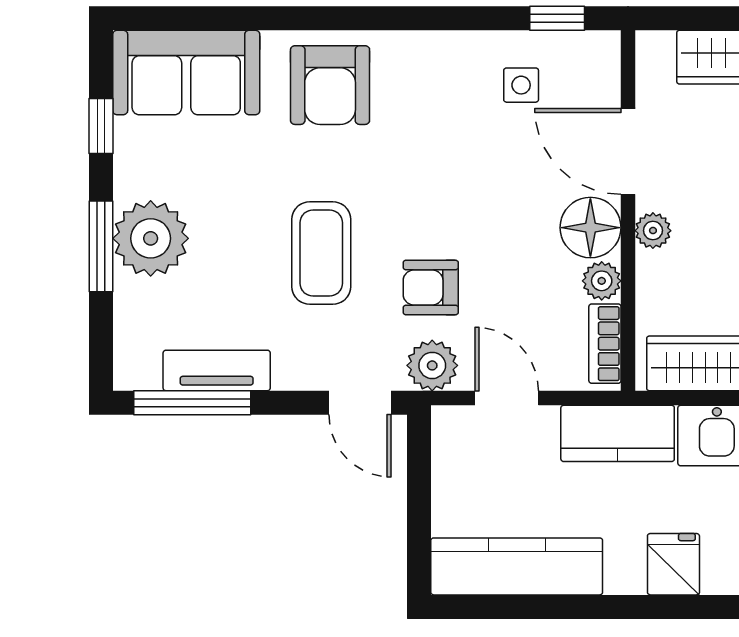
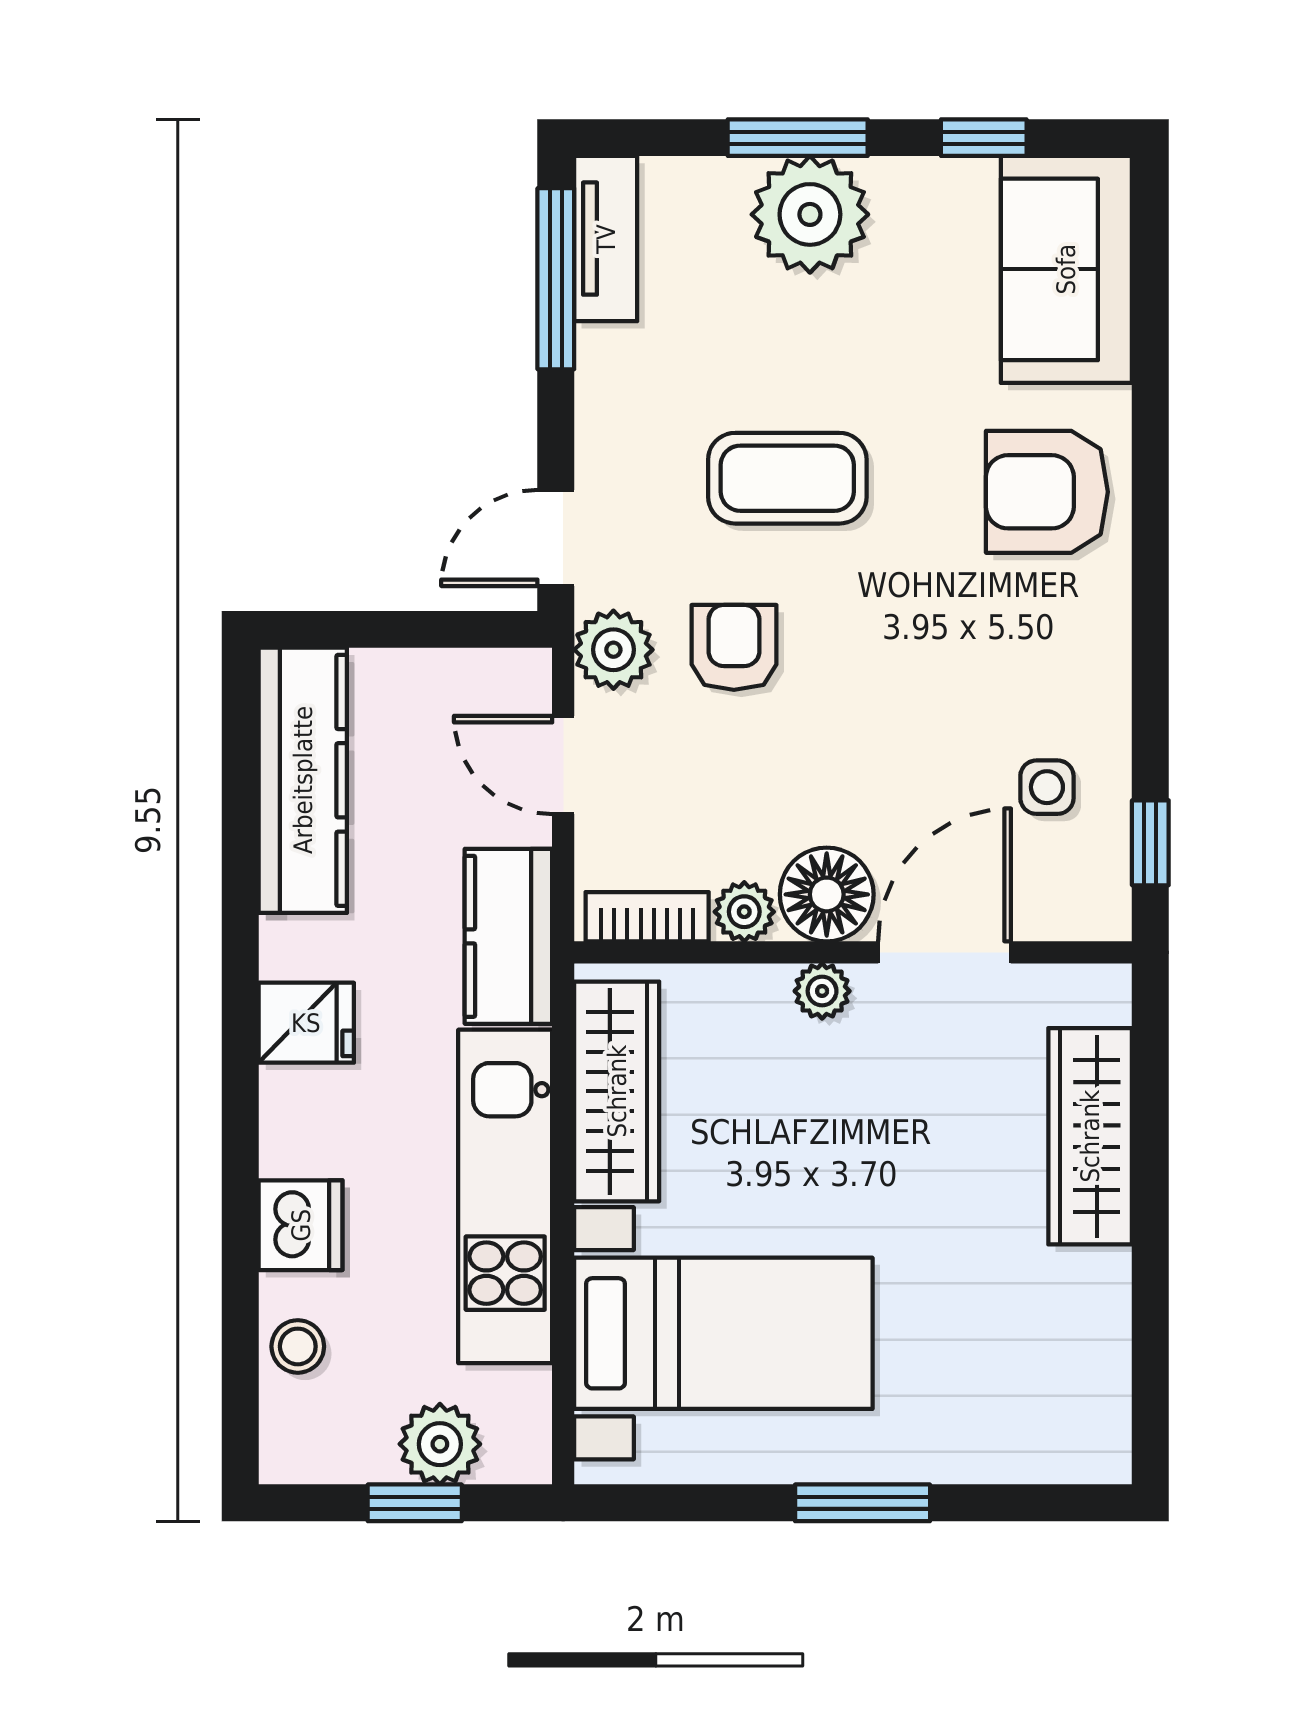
tv unit: (217, 370) -> (606, 239), moved
door: (507, 398) -> (563, 765), swing flipped

